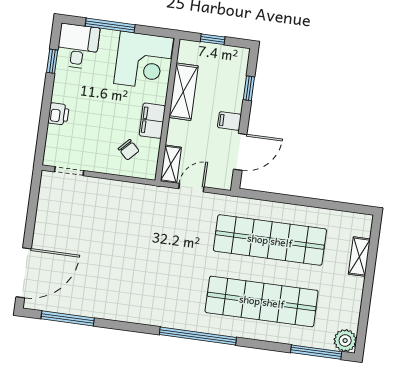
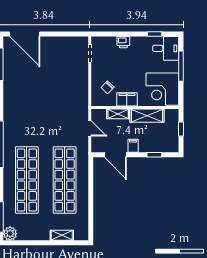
shelving: (171, 164) -> (118, 114), moved

